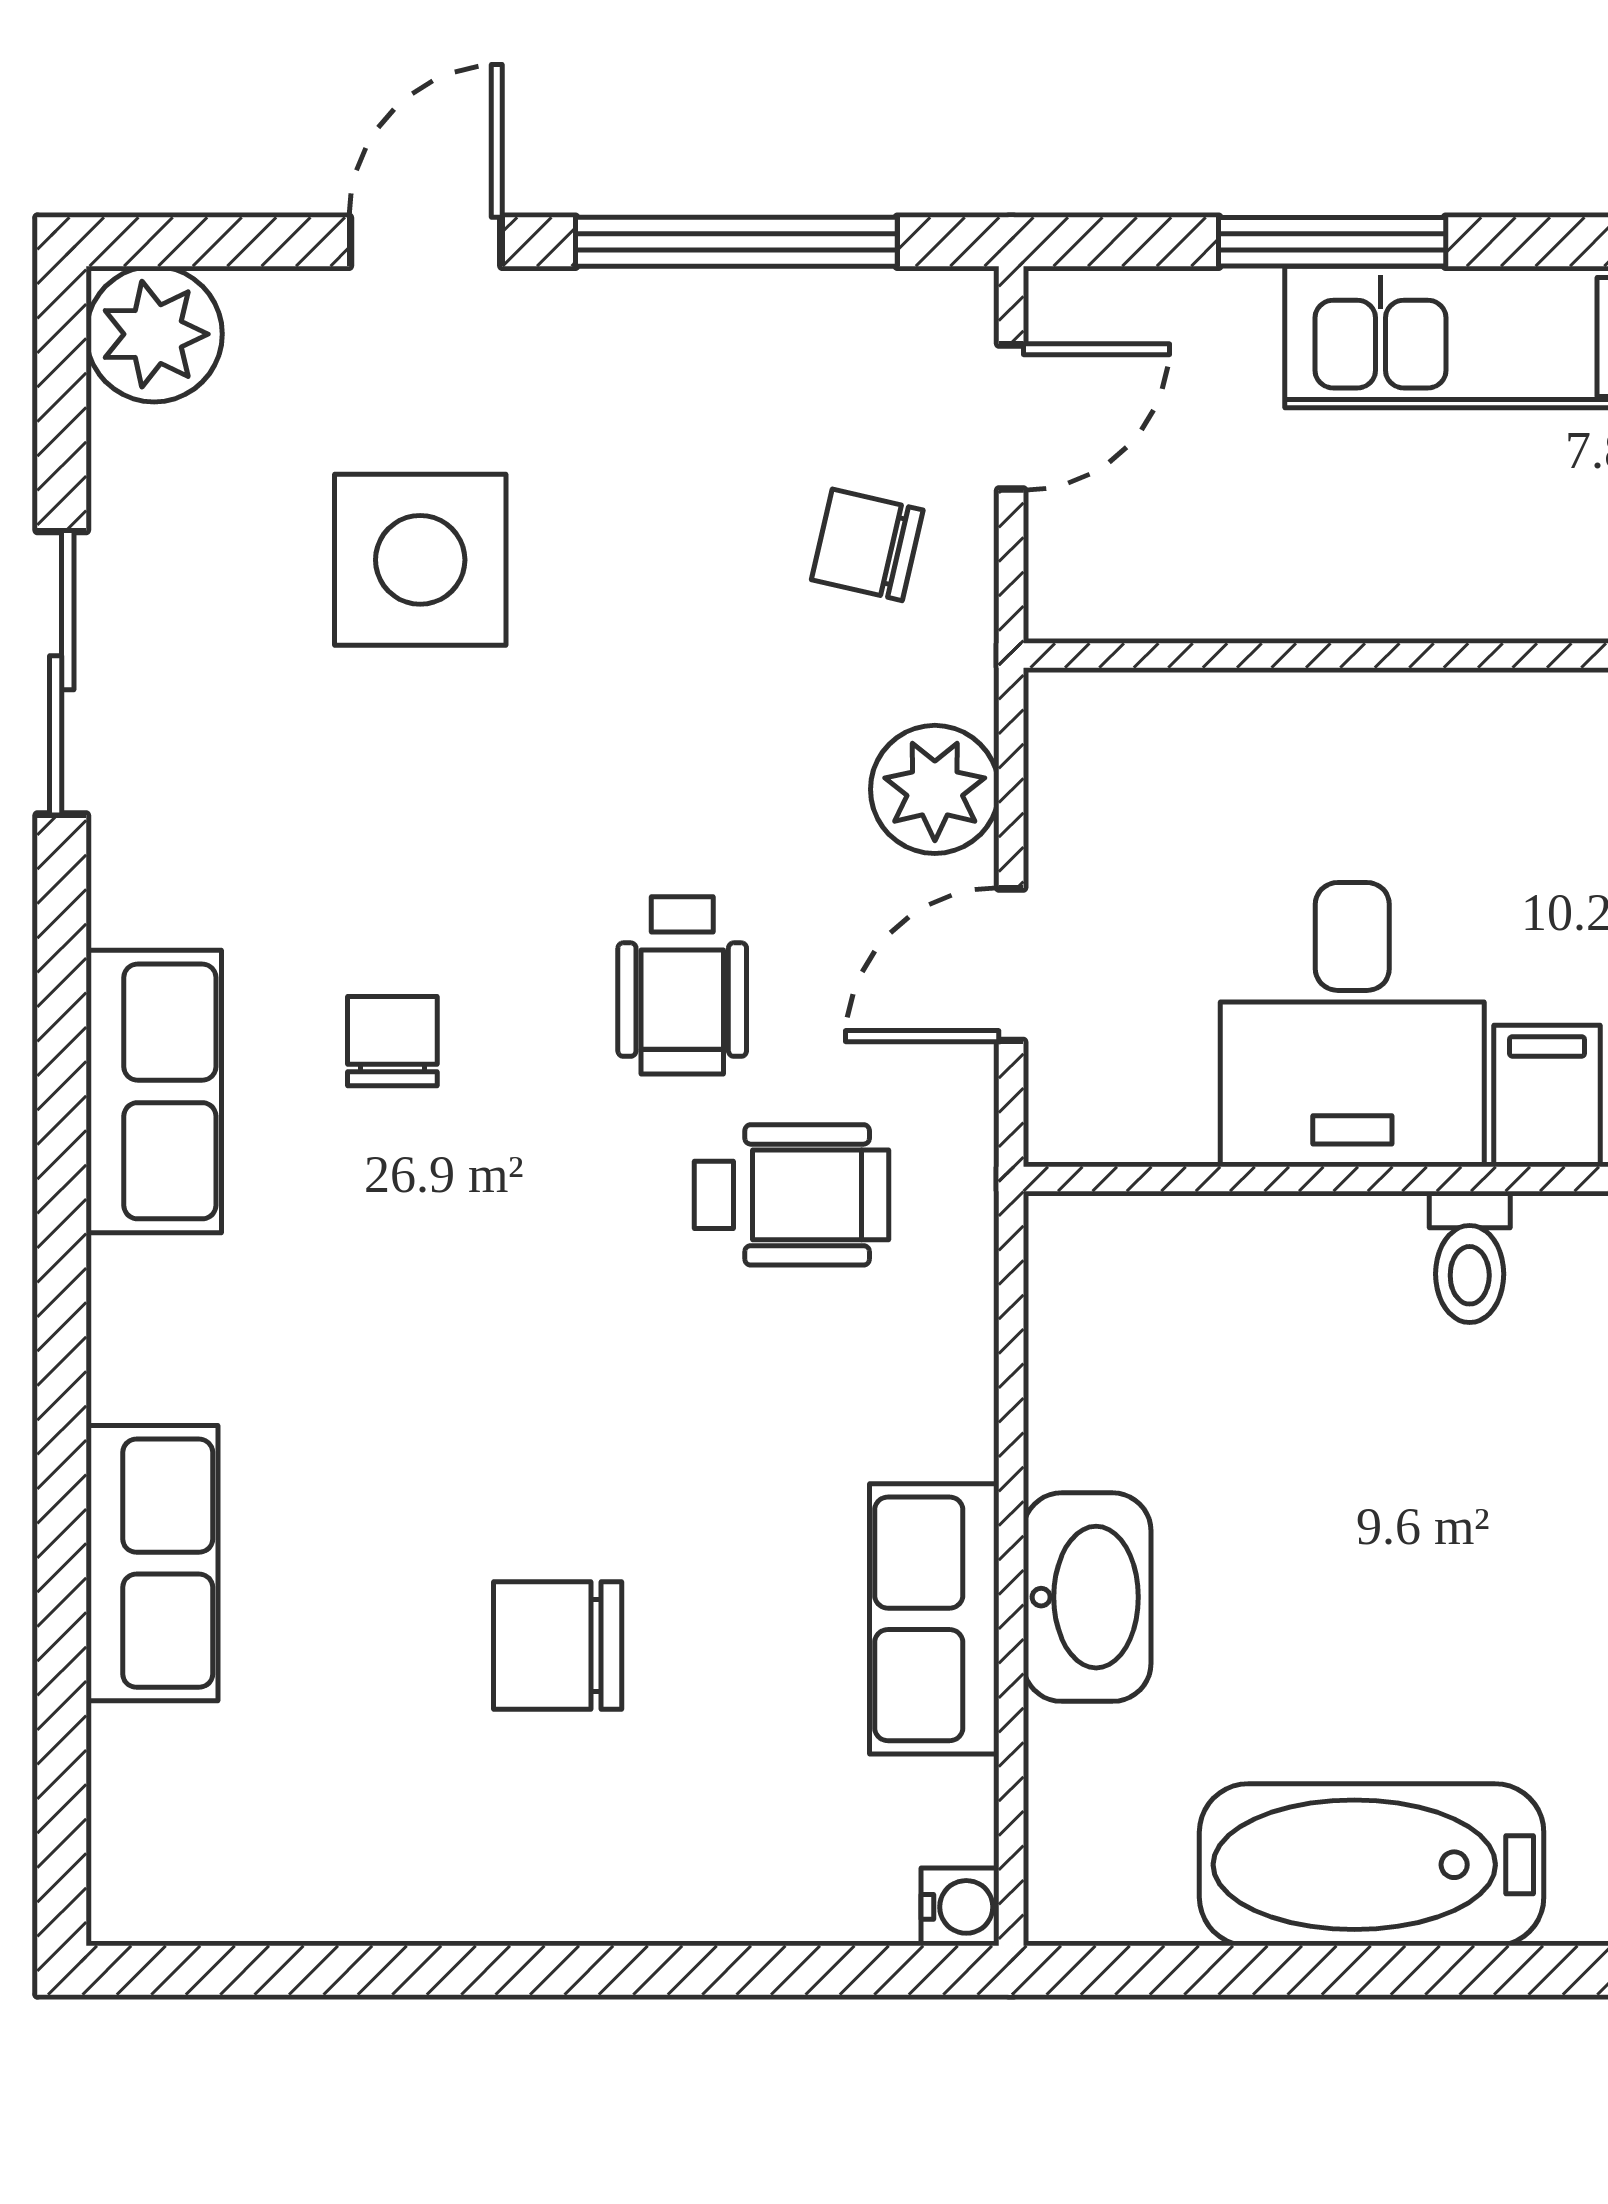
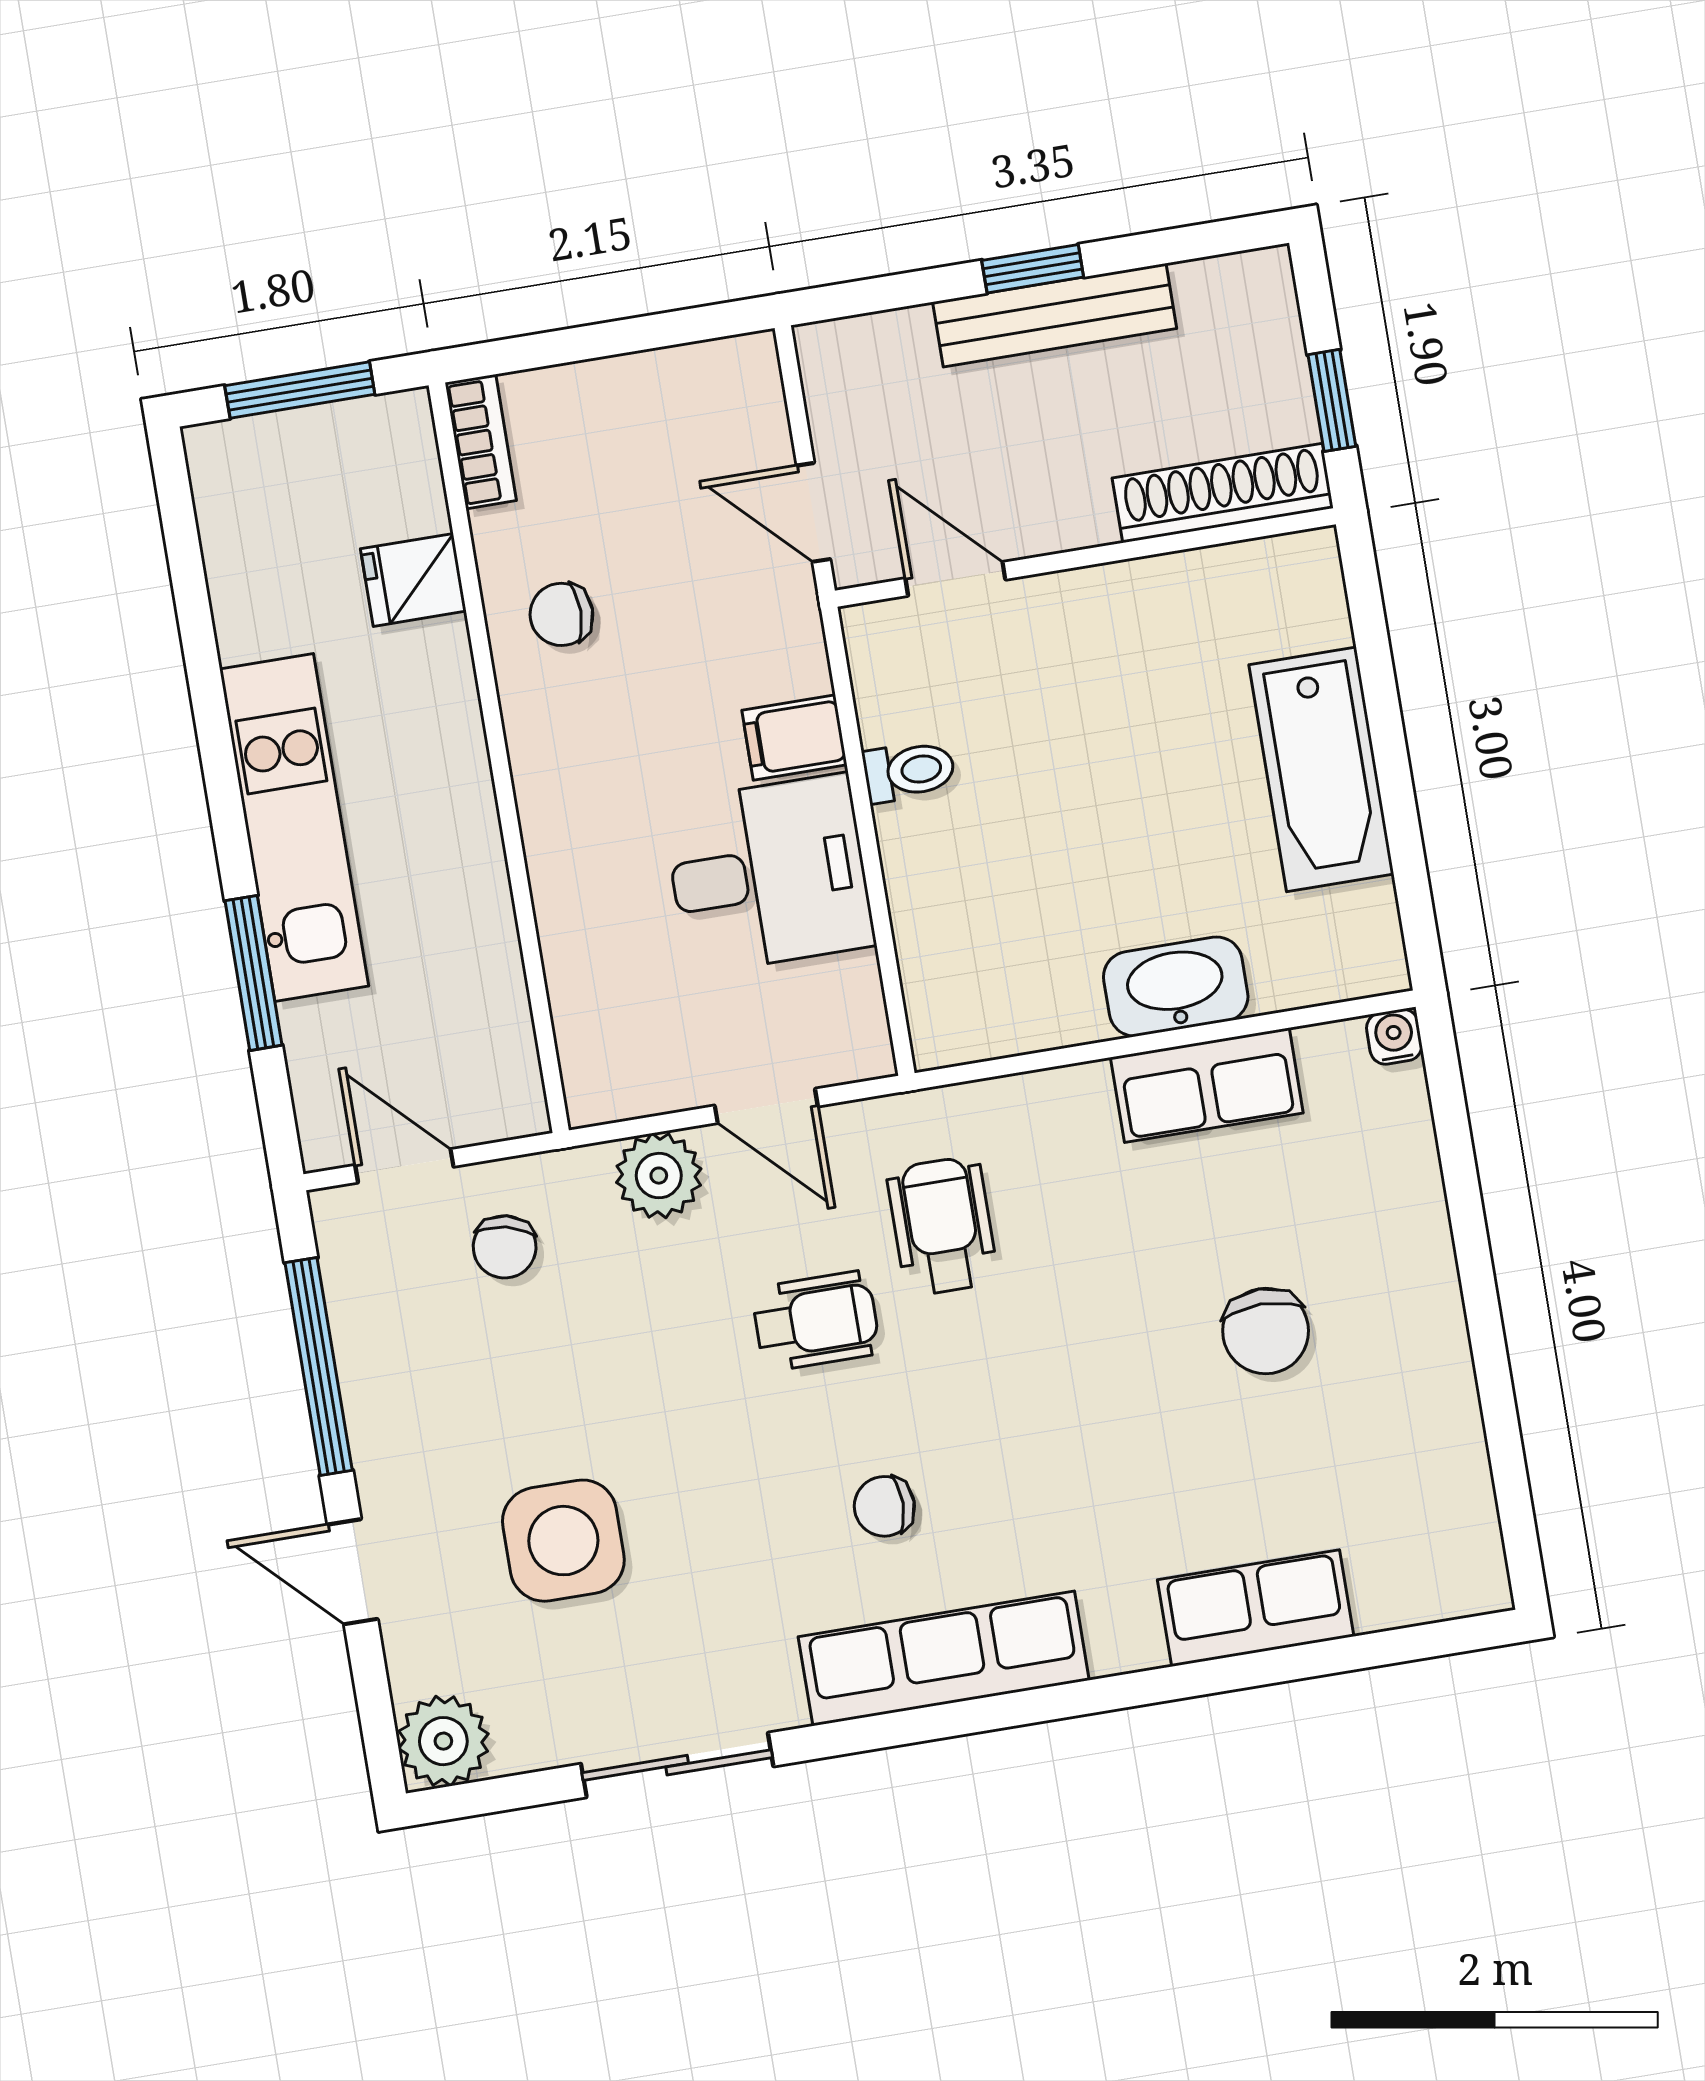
row of seats: (154, 1091) -> (944, 1659), width x1.48

